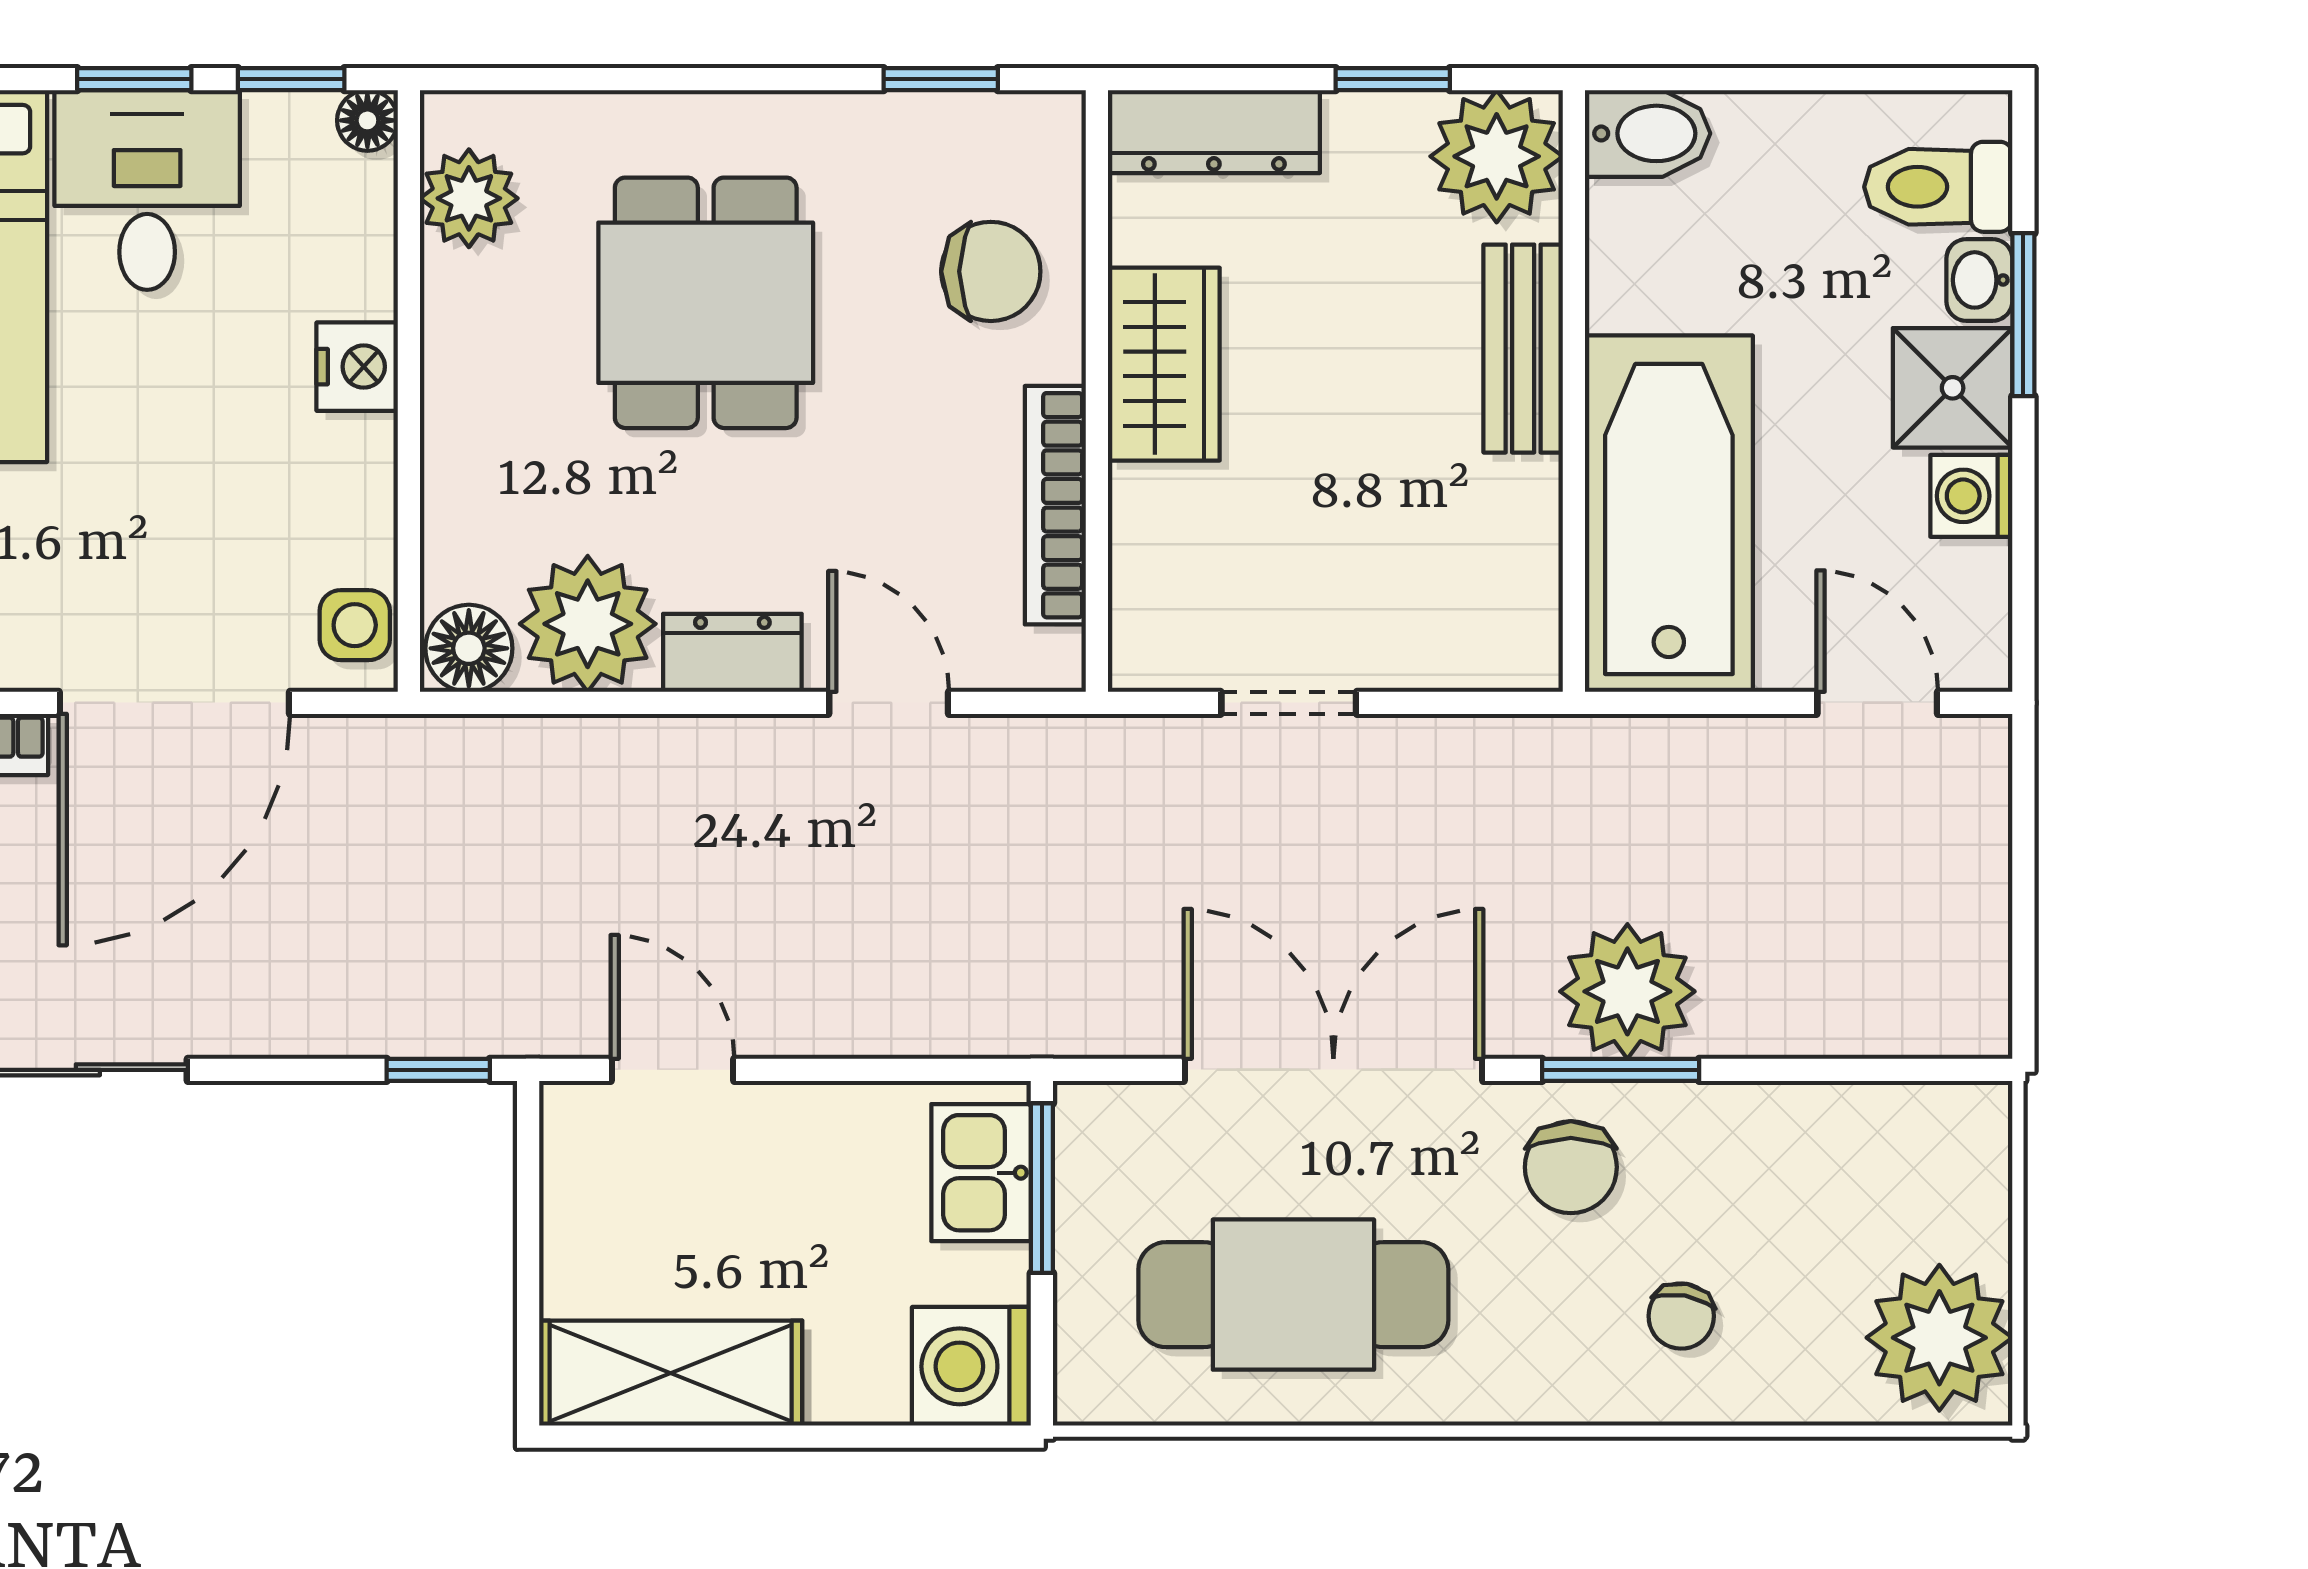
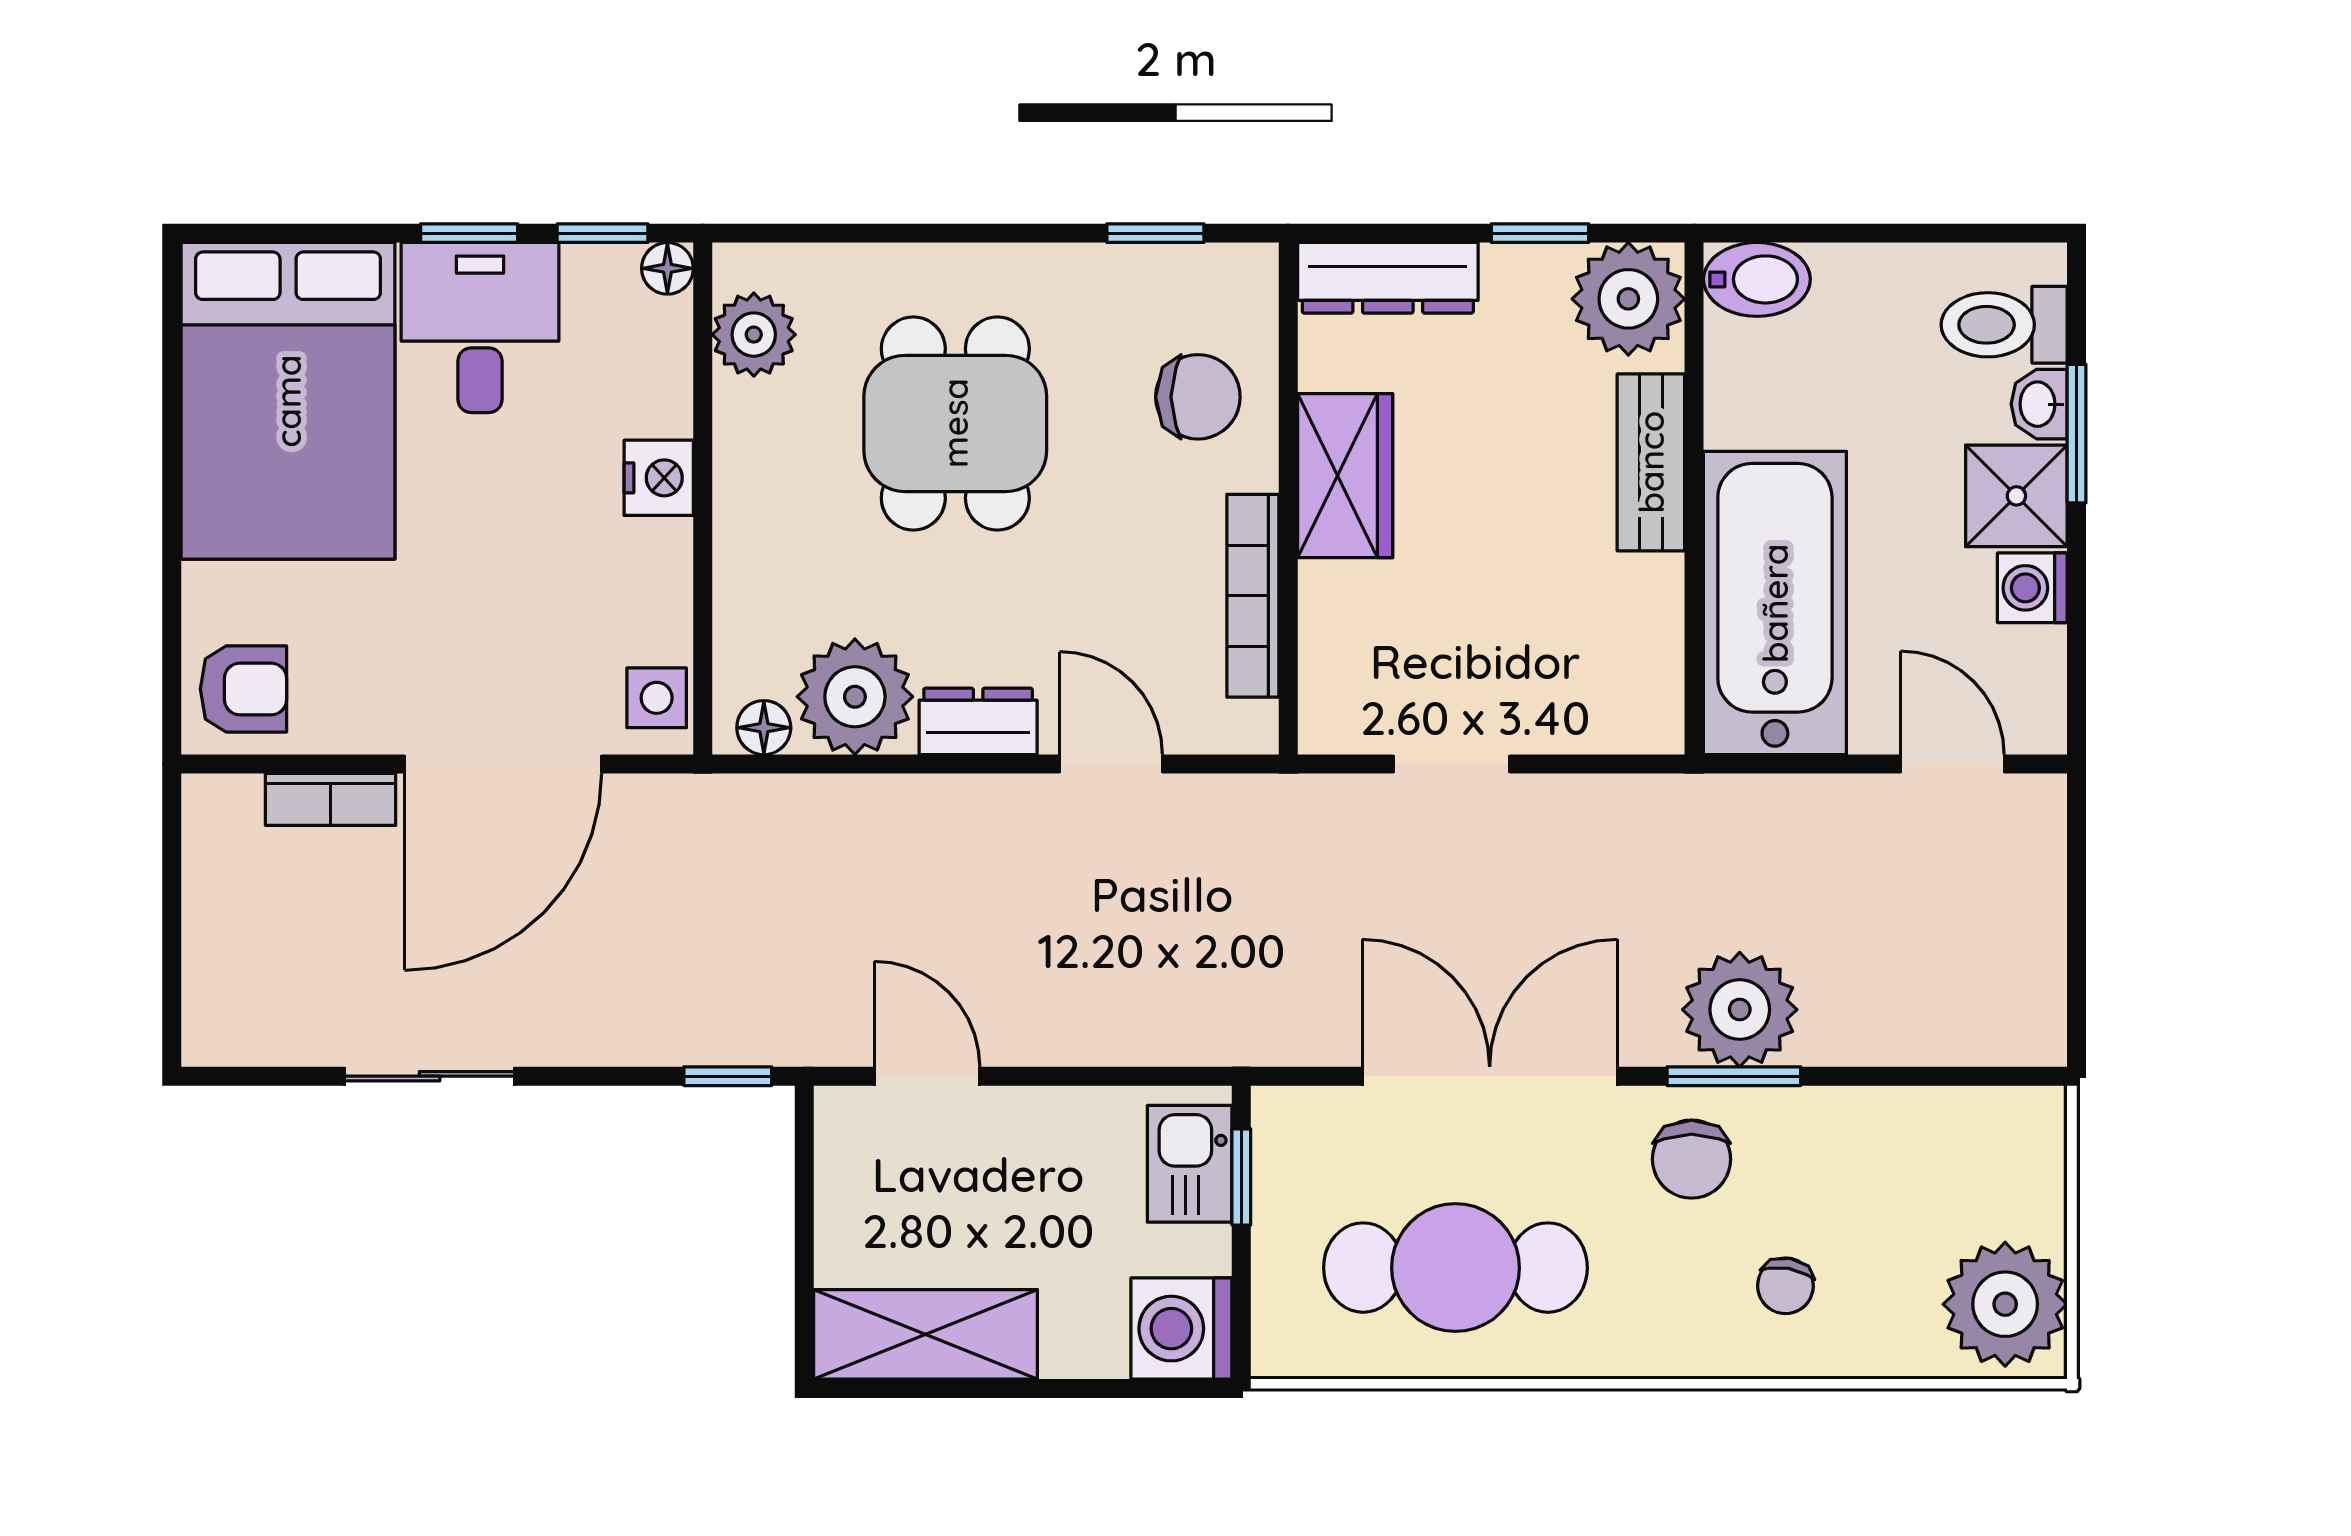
floor lamp: (469, 648) -> (764, 728), width x0.73, depth x0.73
window: (1042, 1188) -> (1241, 1177), width x0.67

